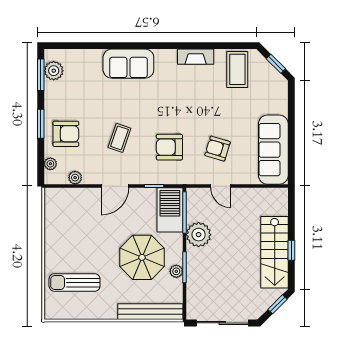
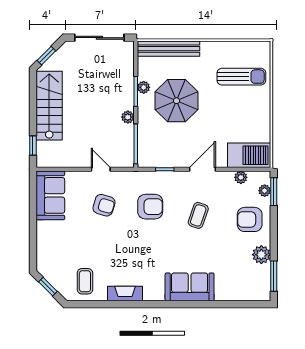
coffee table: (237, 69) -> (85, 281), width x0.73, depth x0.77
plant: (54, 71) -> (261, 255), moved
window: (41, 124) -> (274, 192), moved
sofa: (273, 150) -> (50, 195), width x0.73
barbecue: (170, 210) -> (249, 155), moved, turned -90
plant: (199, 235) -> (128, 117), width x0.53, depth x0.53
window: (291, 250) -> (33, 145), moved

